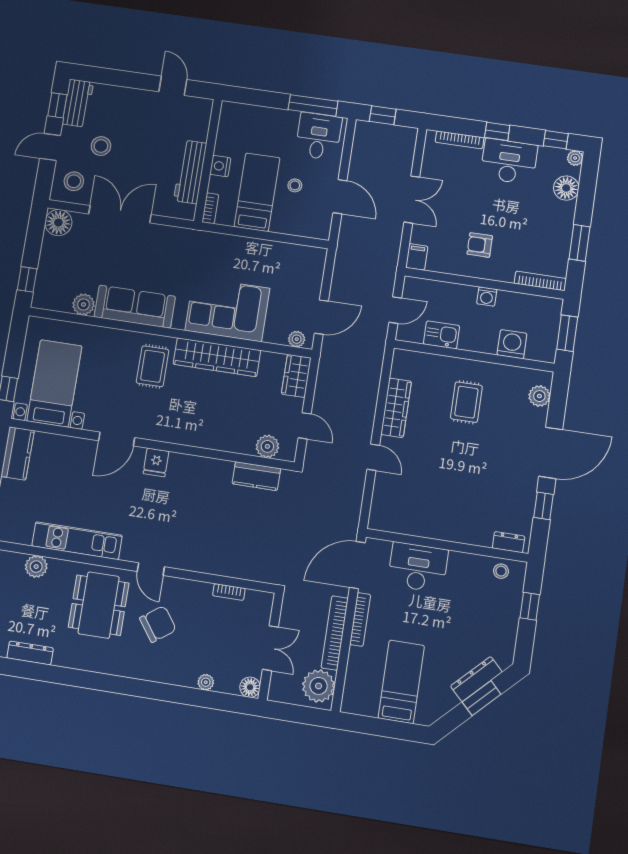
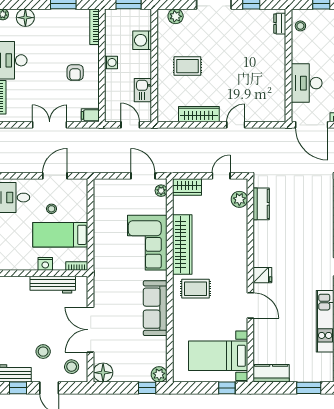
plant: (83, 304) -> (159, 374), moved

